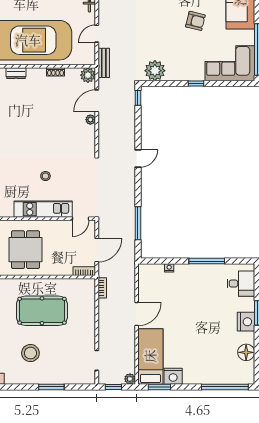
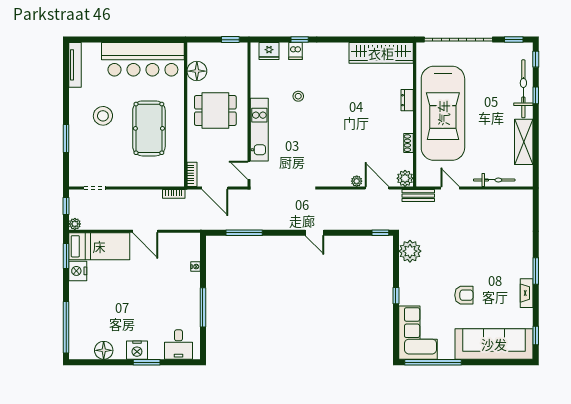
armchair: (195, 21) -> (464, 295), turned -104
stool: (45, 176) -> (298, 96), moved

